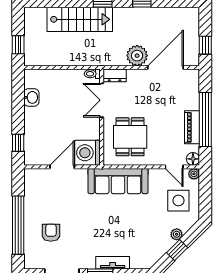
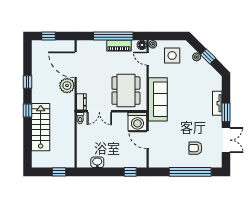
window: (205, 45) -> (48, 36), moved
dining table: (130, 137) -> (126, 91), width x1.38
door: (174, 167) -> (148, 59), swing flipped

